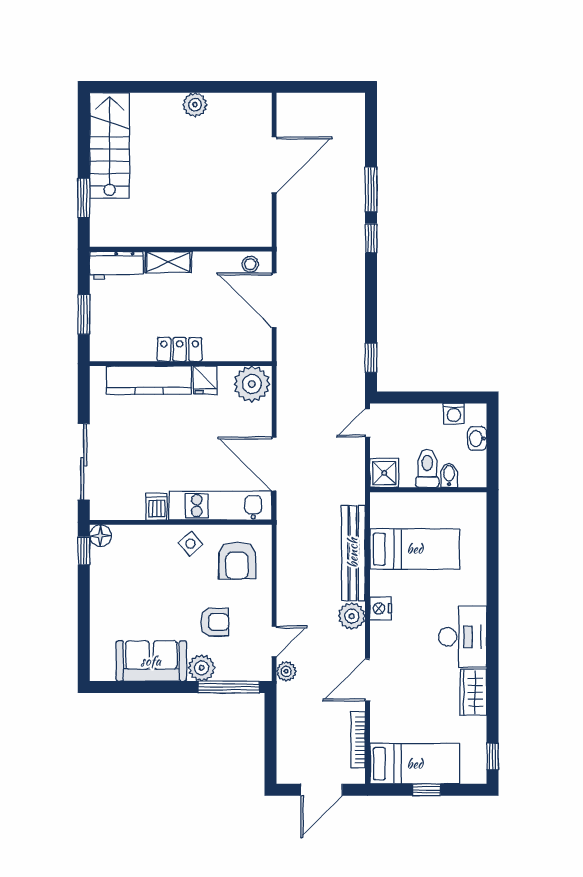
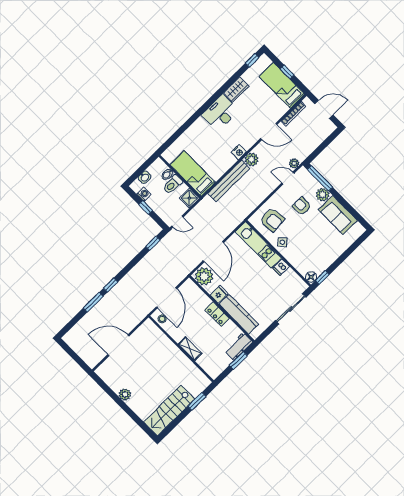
workbench: (116, 265) -> (239, 346), moved, turned -90
window: (432, 397) -> (146, 207), added
door: (274, 464) -> (213, 252), moved
bed: (415, 549) -> (193, 174), moved
armchair: (237, 561) -> (272, 220), turned 85

